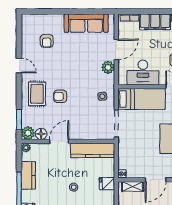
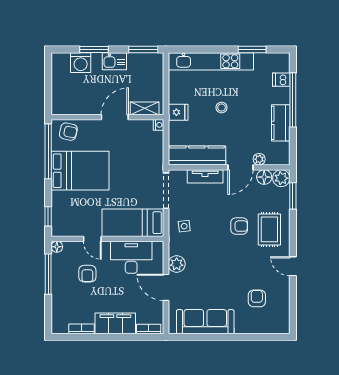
door: (116, 49) -> (166, 287), hinge flipped
tv unit: (86, 134) -> (205, 176), added
plant: (26, 148) -> (259, 159), moved

